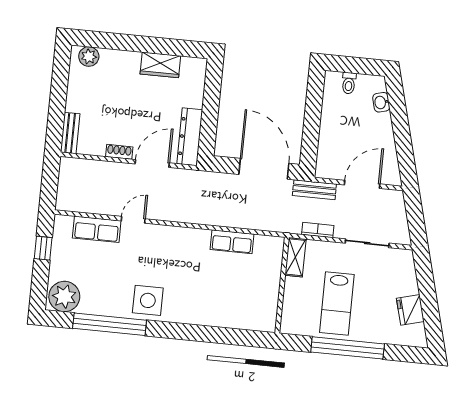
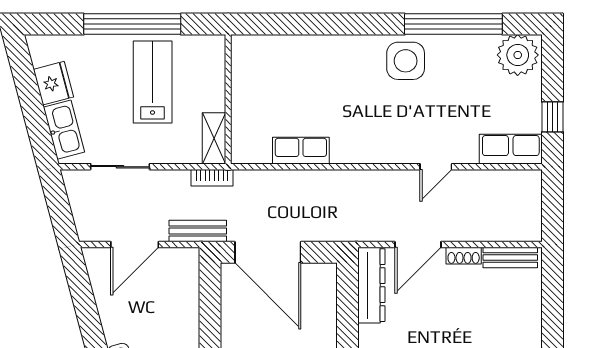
bench: (70, 133) -> (510, 258), moved, turned 90
row of seats: (97, 229) -> (511, 149), moved
bookcase: (318, 230) -> (212, 178), moved
kitchen sink: (406, 275) -> (64, 130), added

